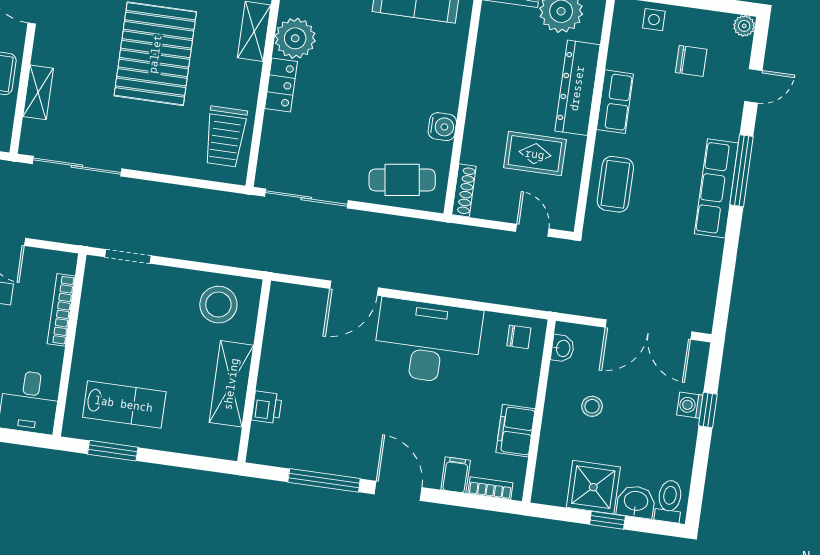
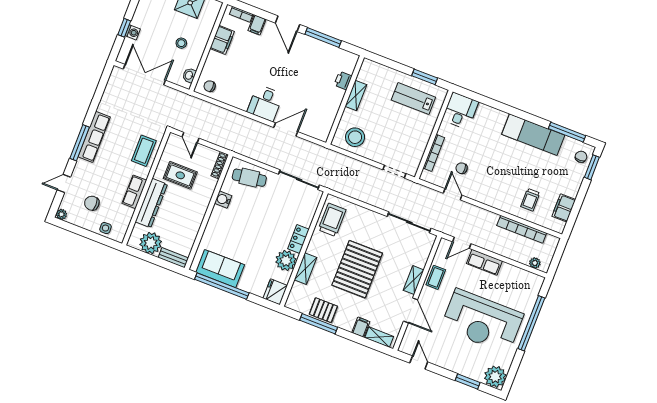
shelving: (38, 92) -> (414, 280), moved
desk: (428, 342) -> (265, 103), width x0.53, depth x0.77
shelving: (231, 384) -> (356, 96), width x0.67, depth x0.75

